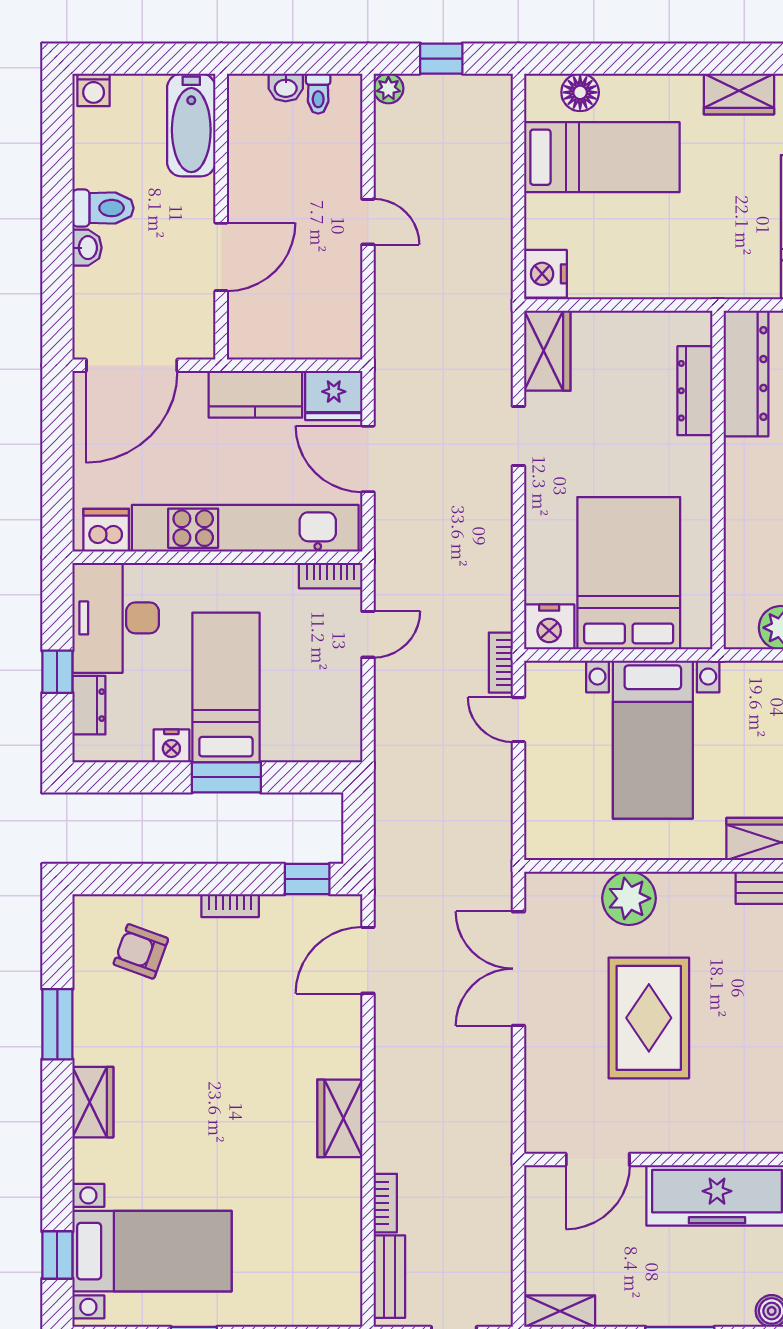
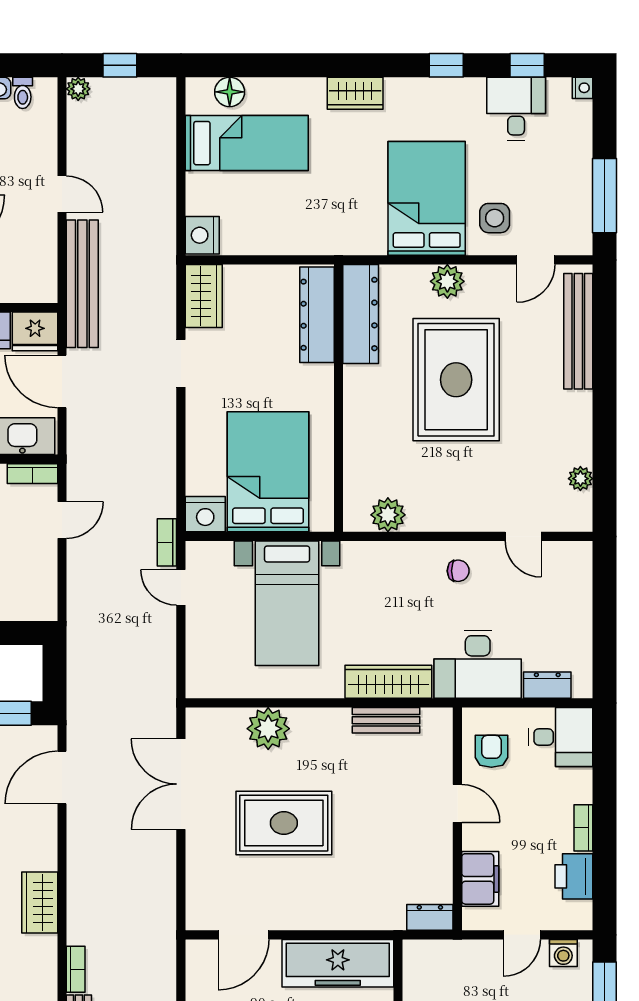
bench: (394, 335) -> (82, 284), added
dresser: (695, 391) -> (317, 315), width x1.37, depth x1.24
rug: (649, 1018) -> (284, 823), turned 90

